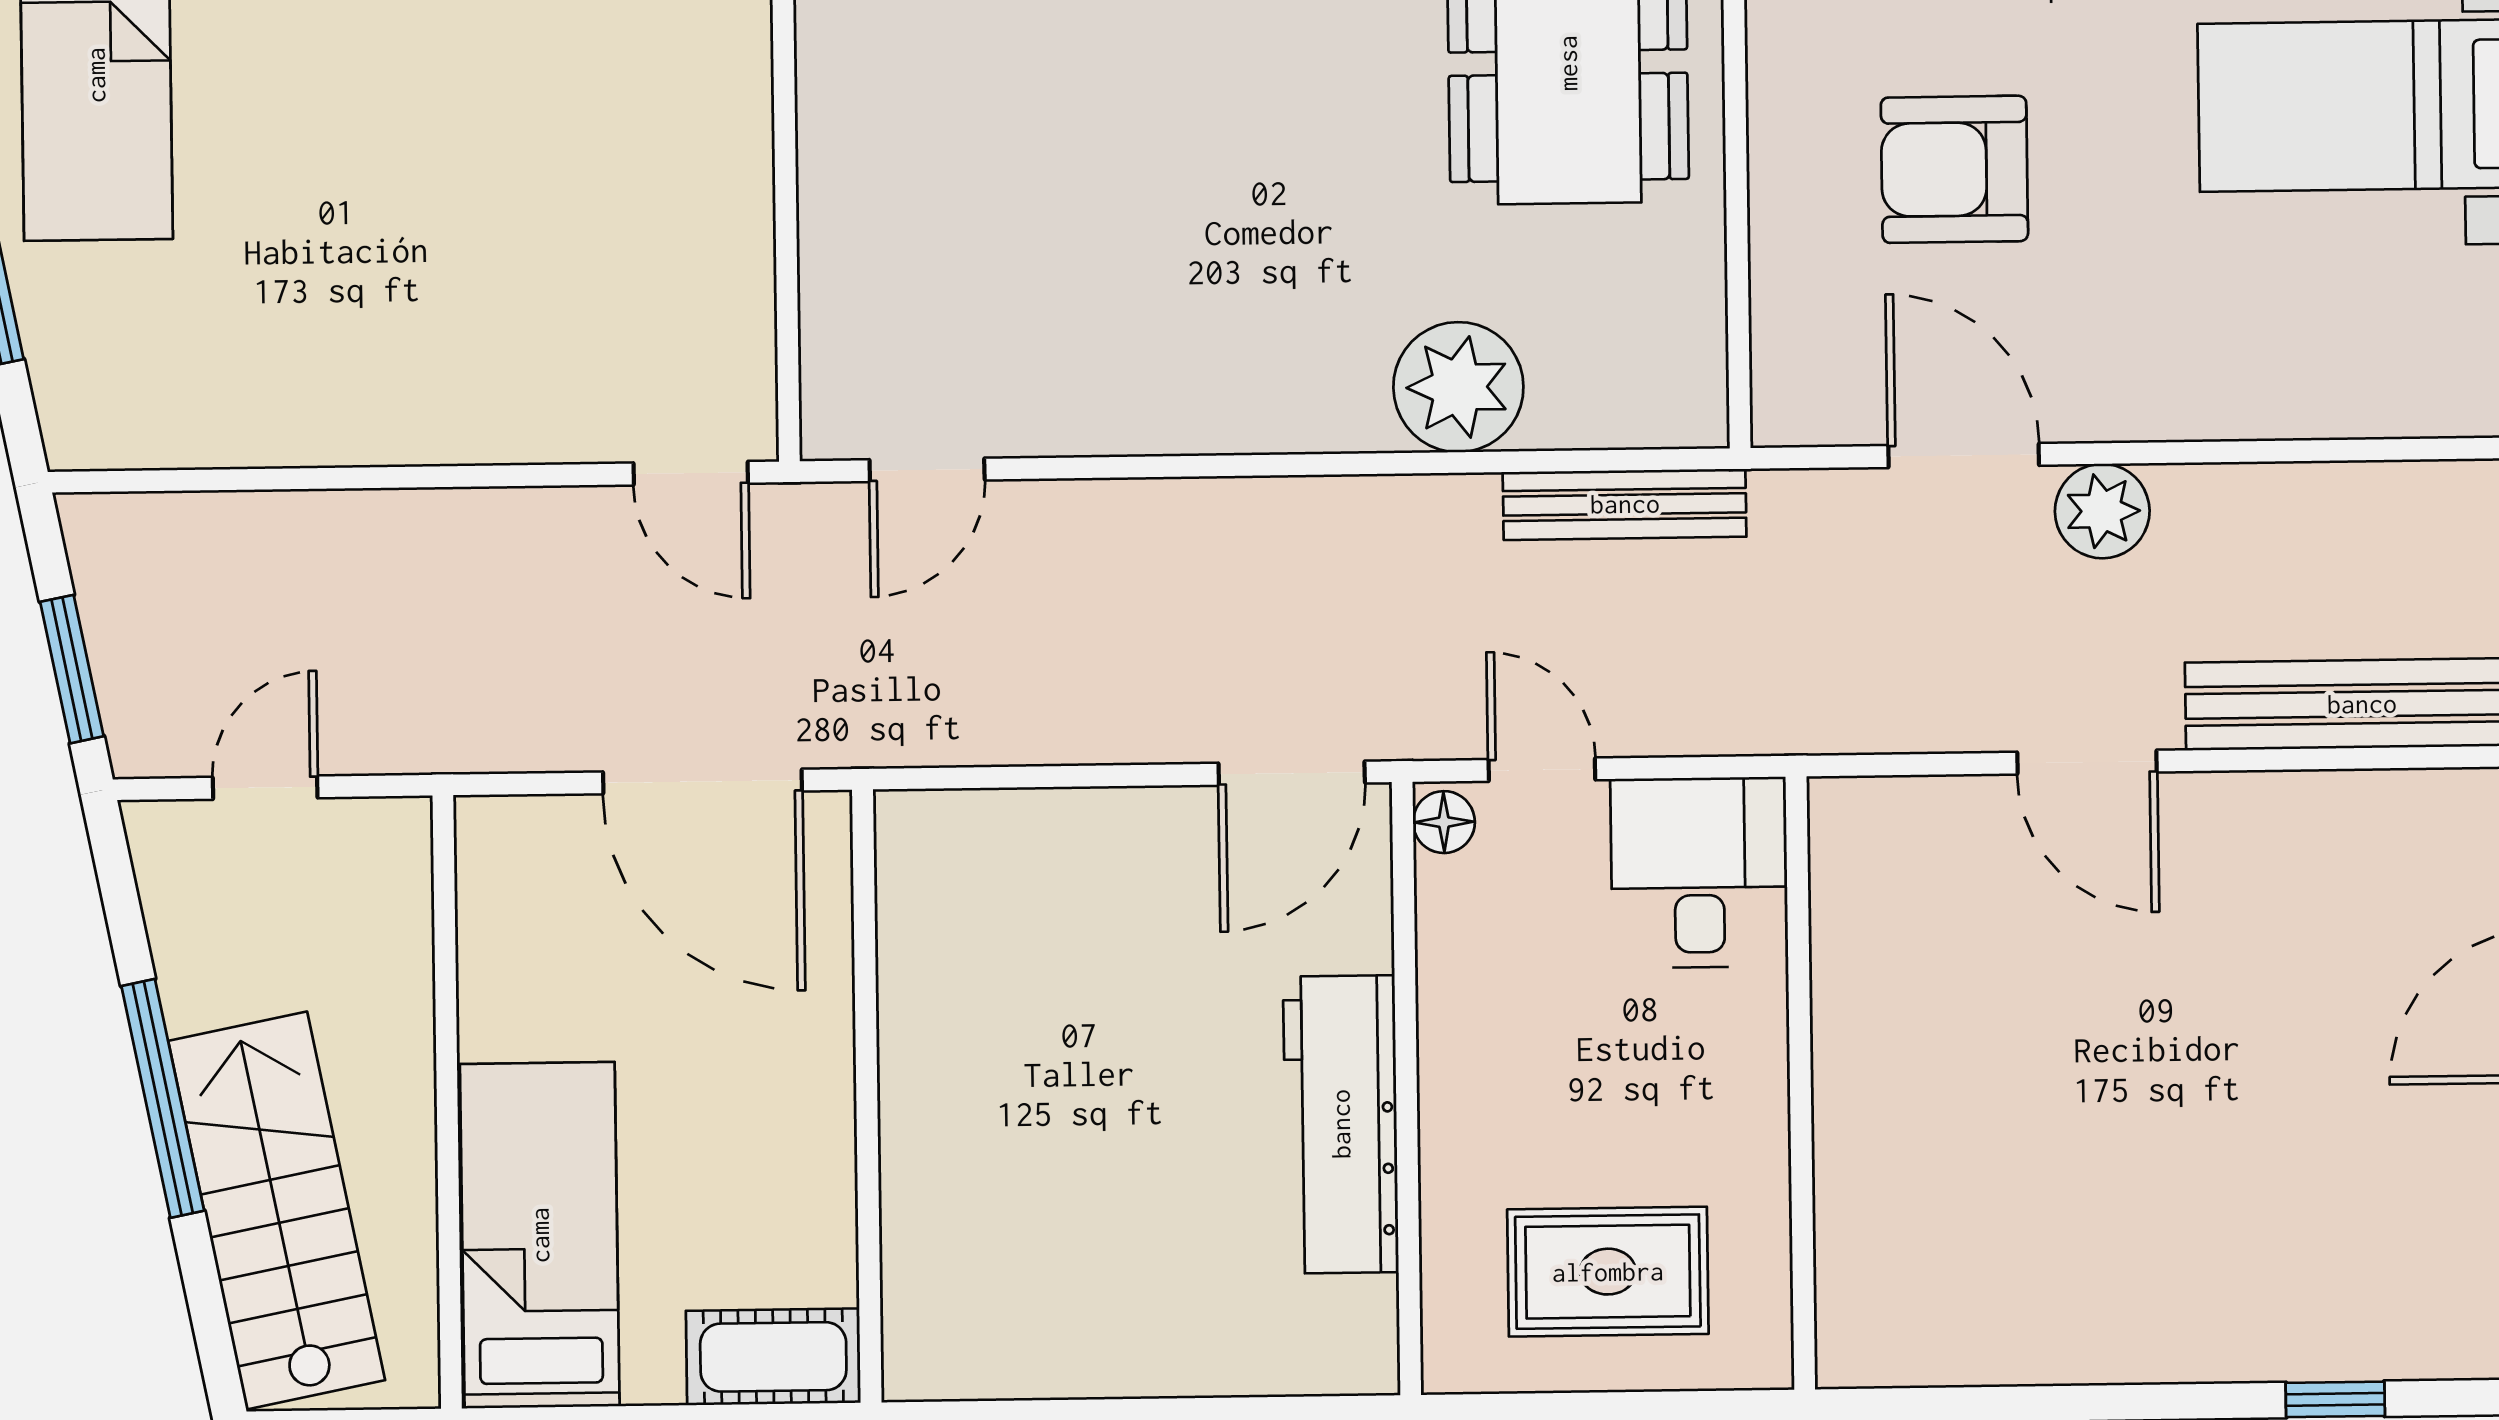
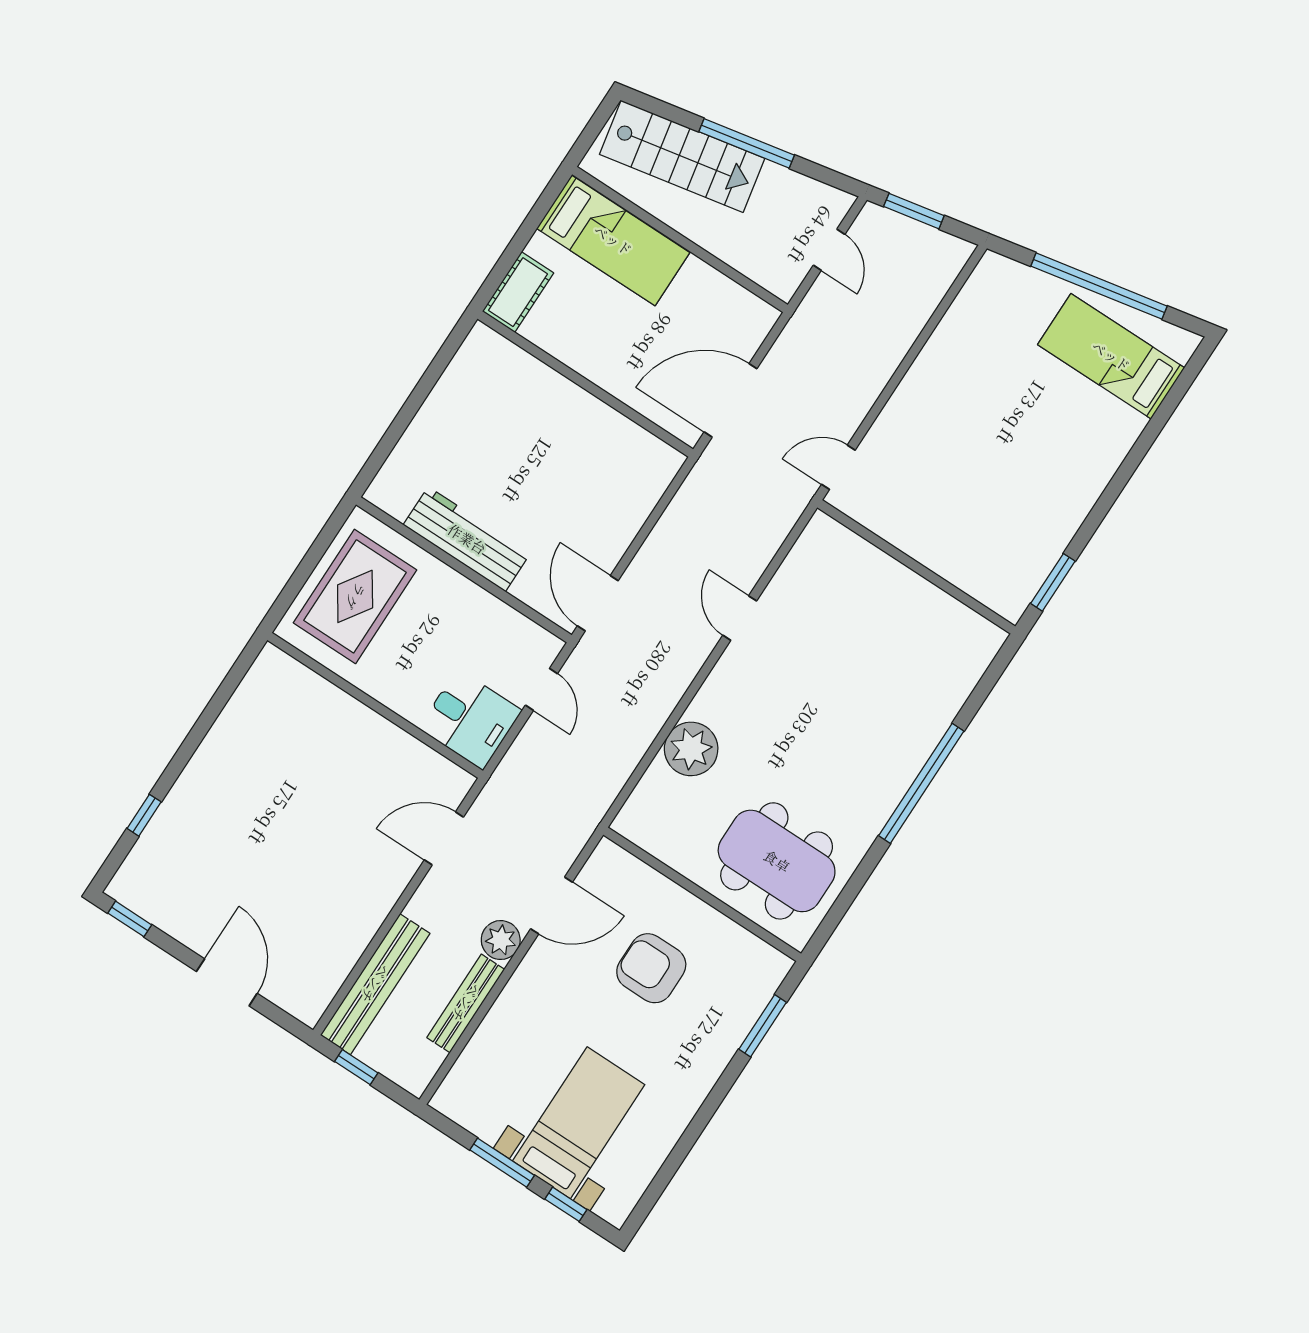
armchair: (1954, 169) -> (651, 968), turned -90
door: (927, 470) -> (740, 618), moved
bench: (1625, 504) -> (466, 1003), moved
door: (2087, 762) -> (444, 838), moved
door: (1542, 770) -> (541, 689), hinge flipped
floor lamp: (1444, 822) -> (546, 644), removed
rug: (1608, 1272) -> (355, 596), width x1.36, depth x1.43

